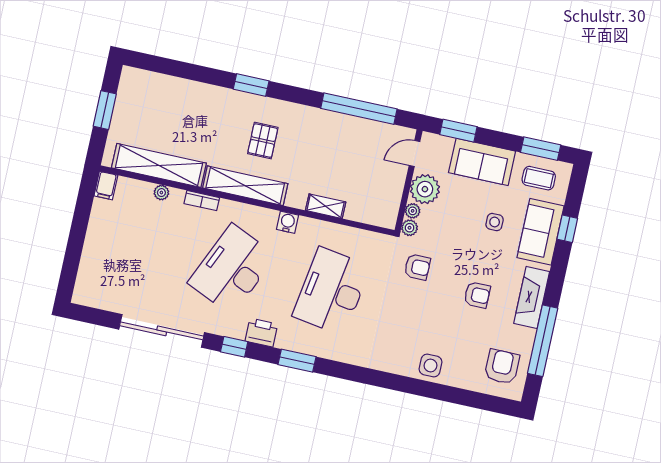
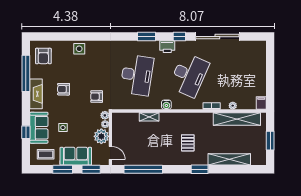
window: (541, 149) -> (63, 169), moved
door: (414, 154) -> (110, 153), hinge flipped
shelving: (245, 186) -> (229, 159), moved

